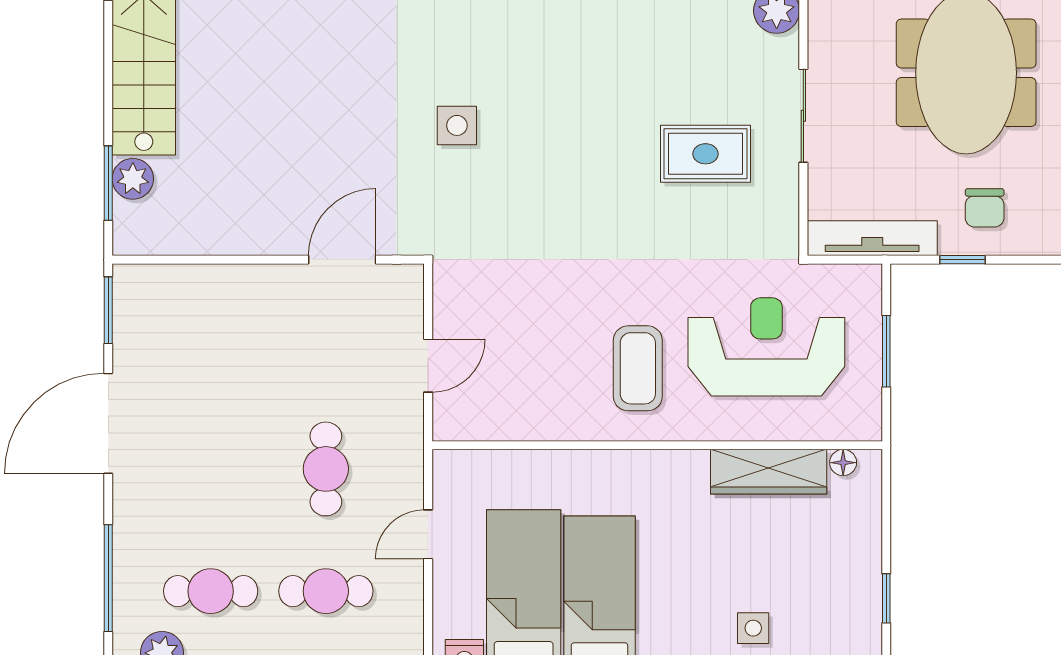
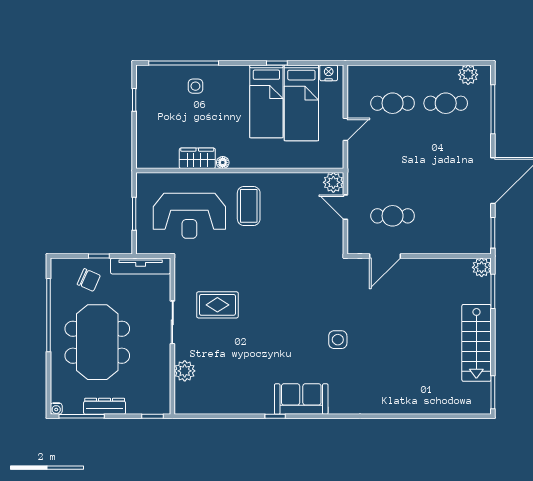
side table: (457, 125) -> (338, 340), moved
plant: (133, 179) -> (482, 267), moved
chair: (985, 208) -> (89, 280), turned 114
door: (428, 366) -> (345, 207), hinge flipped
plant: (454, 419) -> (333, 182), added
floor lamp: (843, 463) -> (223, 162), moved
cafe table: (326, 469) -> (393, 216), moved, turned 90
wardrobe: (769, 472) -> (197, 158), width x0.67

